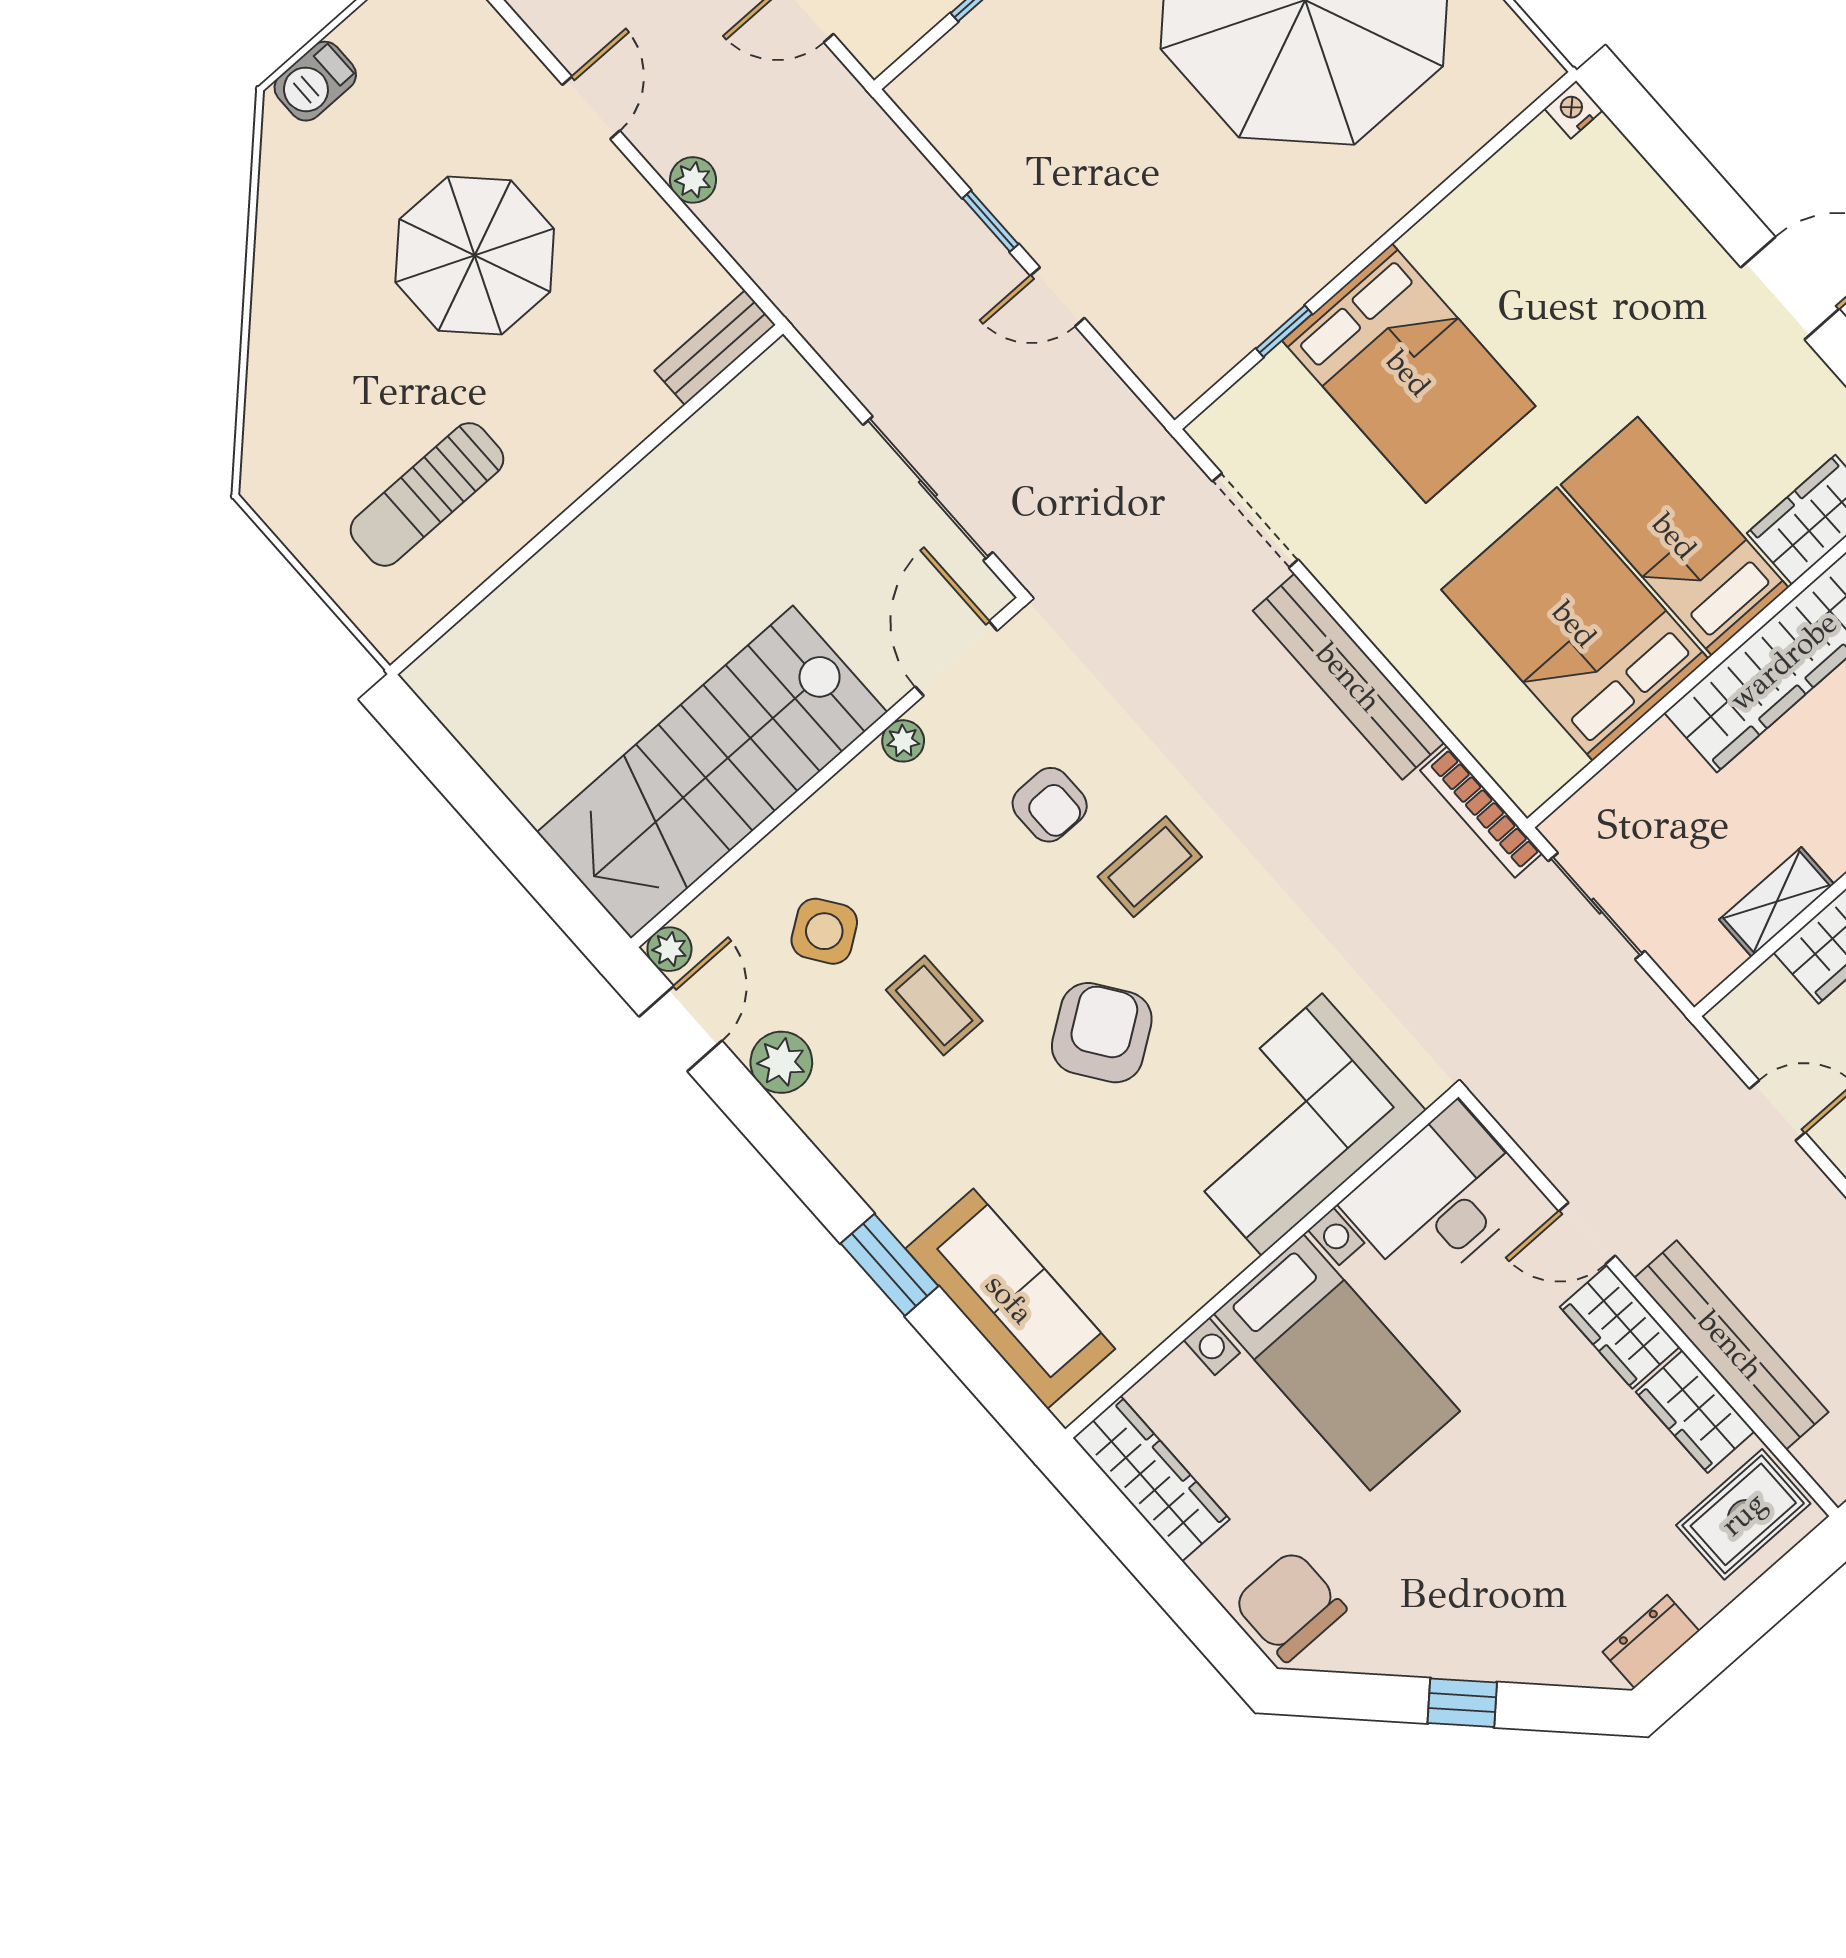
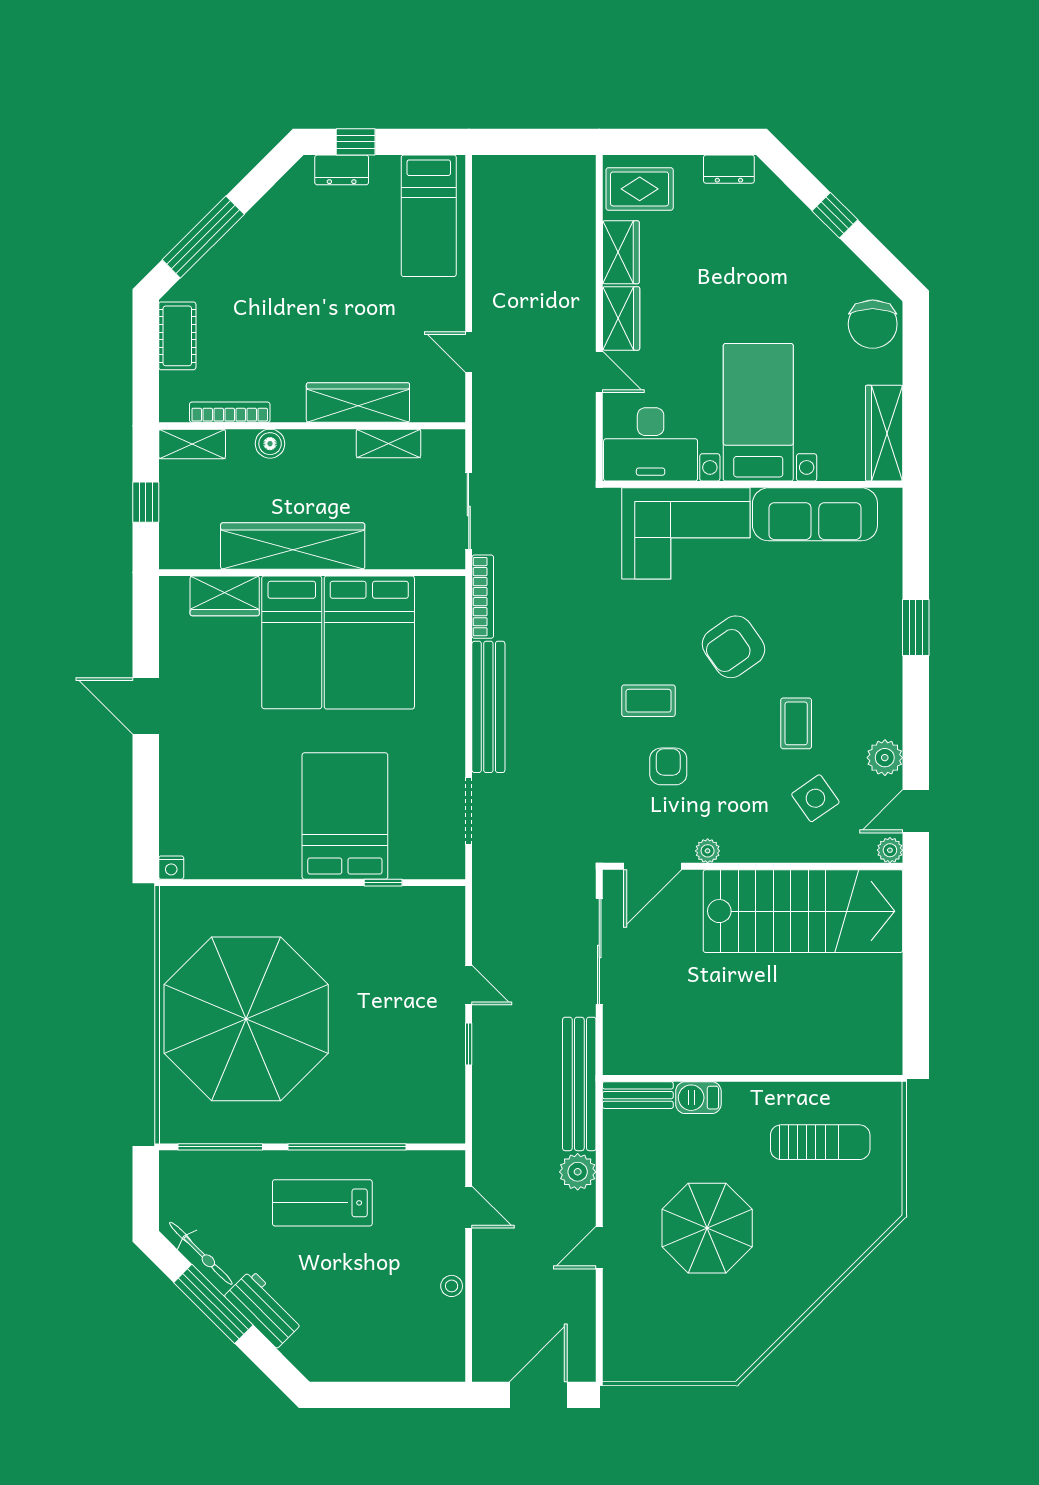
barbecue: (315, 81) -> (698, 1098), moved, turned 180
plant: (693, 180) -> (578, 1172), width x1.38, depth x1.38
sofa: (1010, 1299) -> (815, 514), moved, turned -90
bench: (1731, 1345) -> (579, 1084), moved

